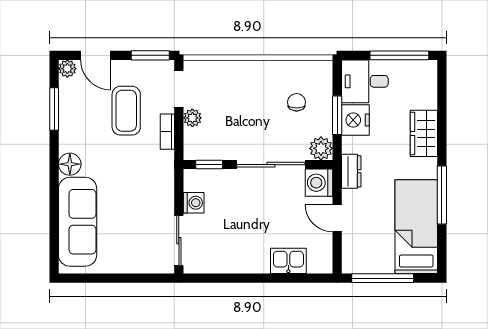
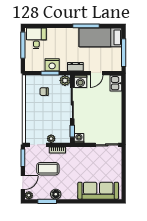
desk: (365, 81) -> (36, 38), moved, turned 180
wardrobe: (424, 133) -> (58, 34), removed
floor lamp: (70, 164) -> (56, 194), moved
washing machine: (194, 203) -> (79, 138), moved
kitchen sink: (288, 261) -> (116, 83), moved

